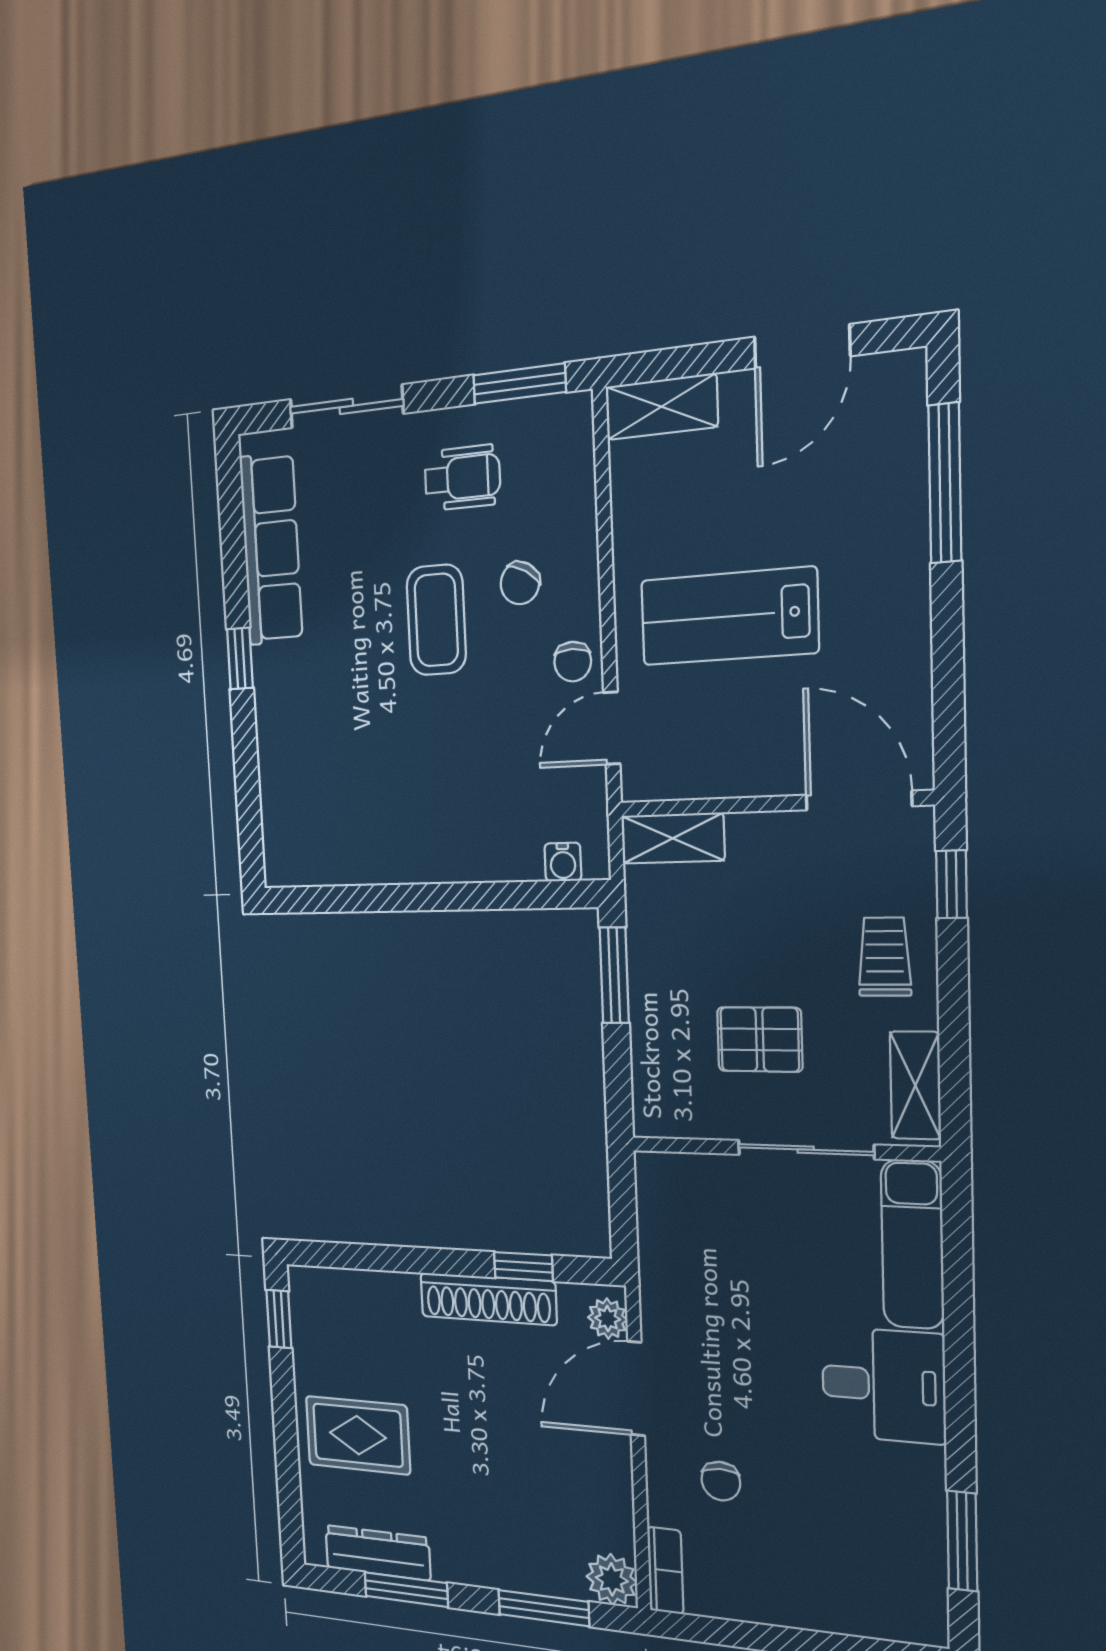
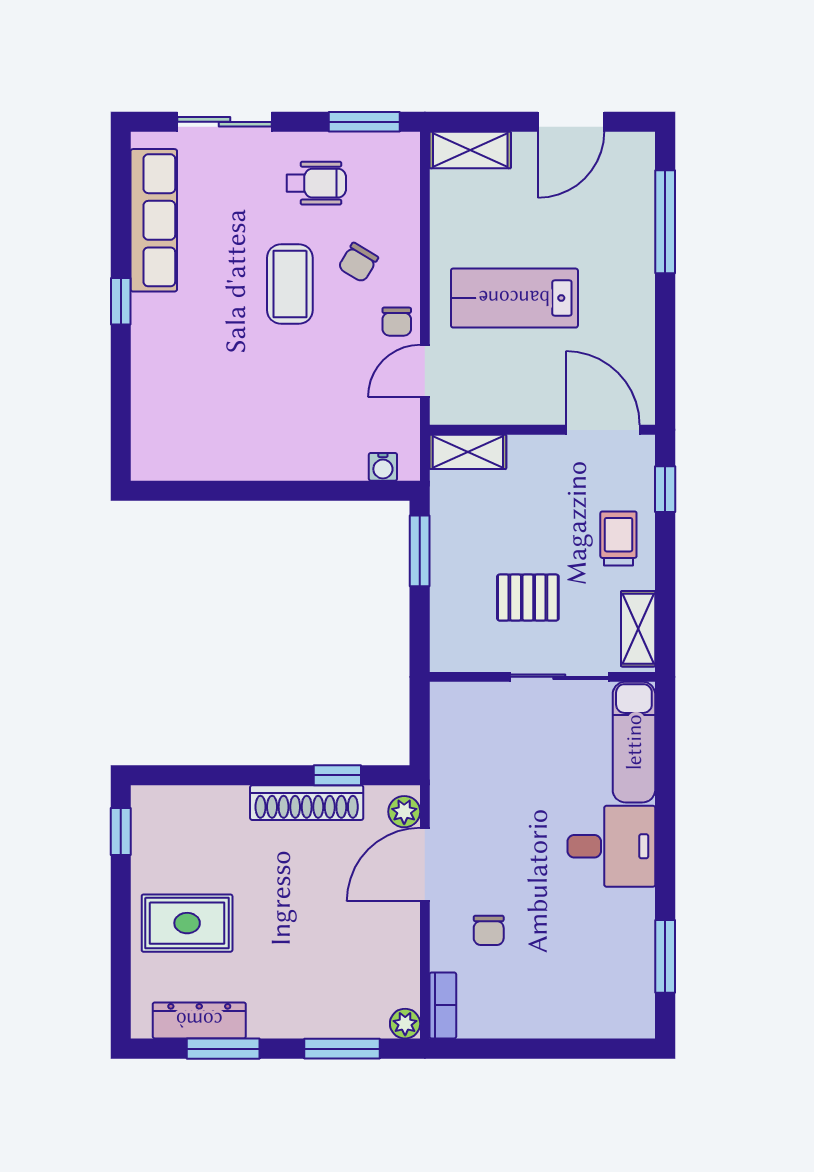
plant: (612, 1579) -> (405, 1024), width x0.73, depth x0.73

